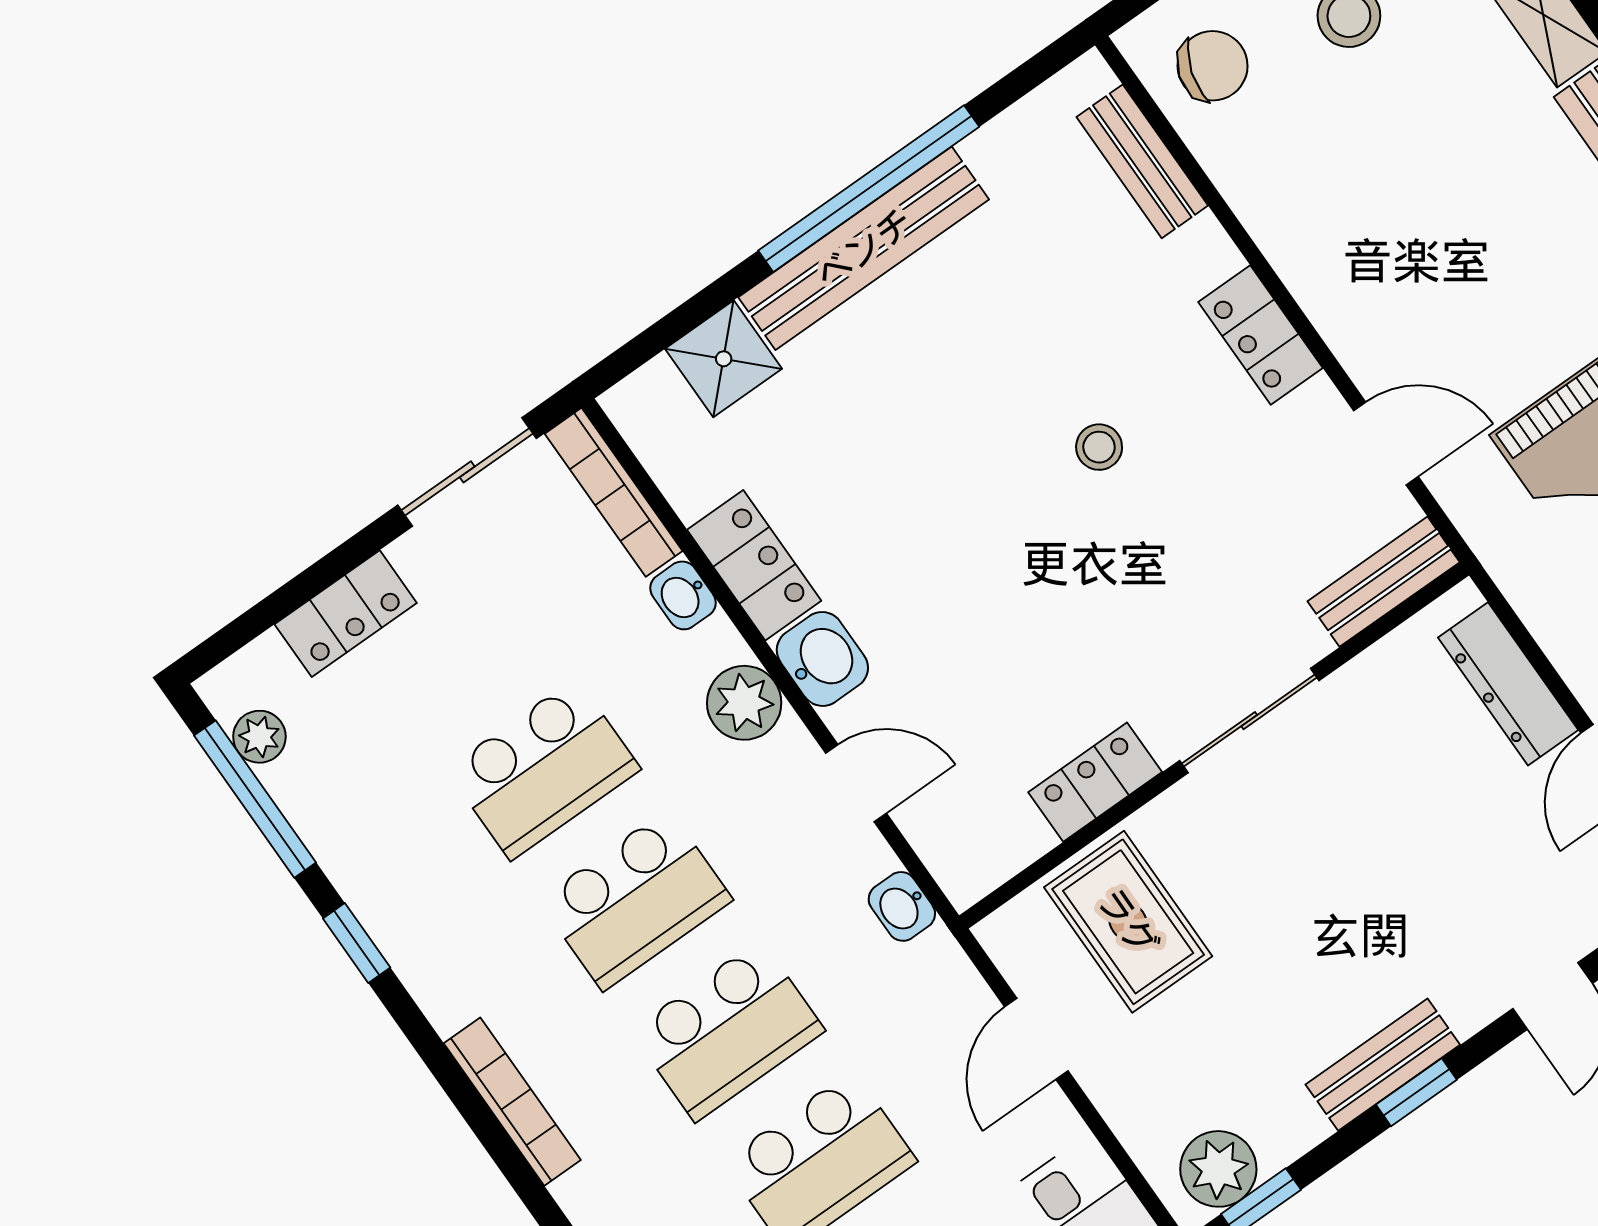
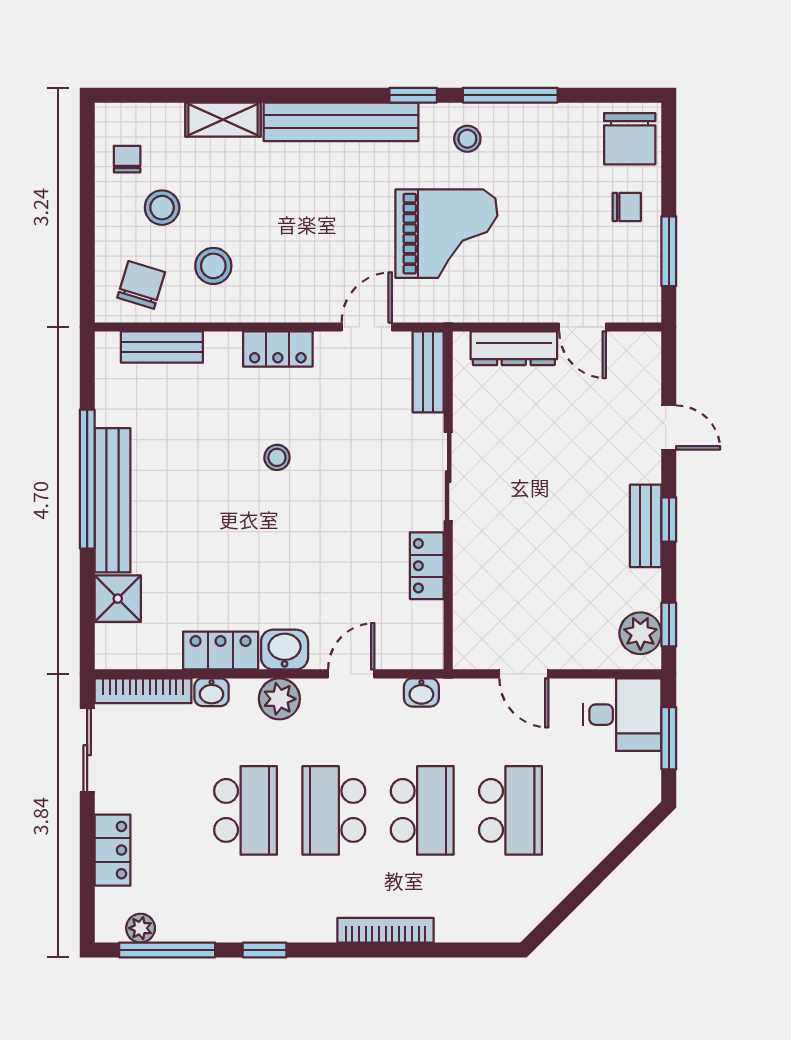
stool: (1316, 153) -> (213, 266), added
school desk: (636, 900) -> (334, 810), turned 180
rug: (1128, 922) -> (500, 595), removed

